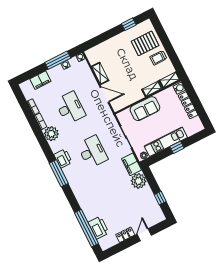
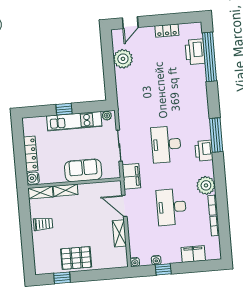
pallet: (145, 43) -> (76, 258), moved
window: (58, 60) -> (163, 269), width x0.46
filing cabinet: (131, 164) -> (131, 176), moved
plant: (139, 181) -> (123, 59), moved
window: (160, 198) -> (108, 57), removed
door: (144, 235) -> (130, 23), moved

